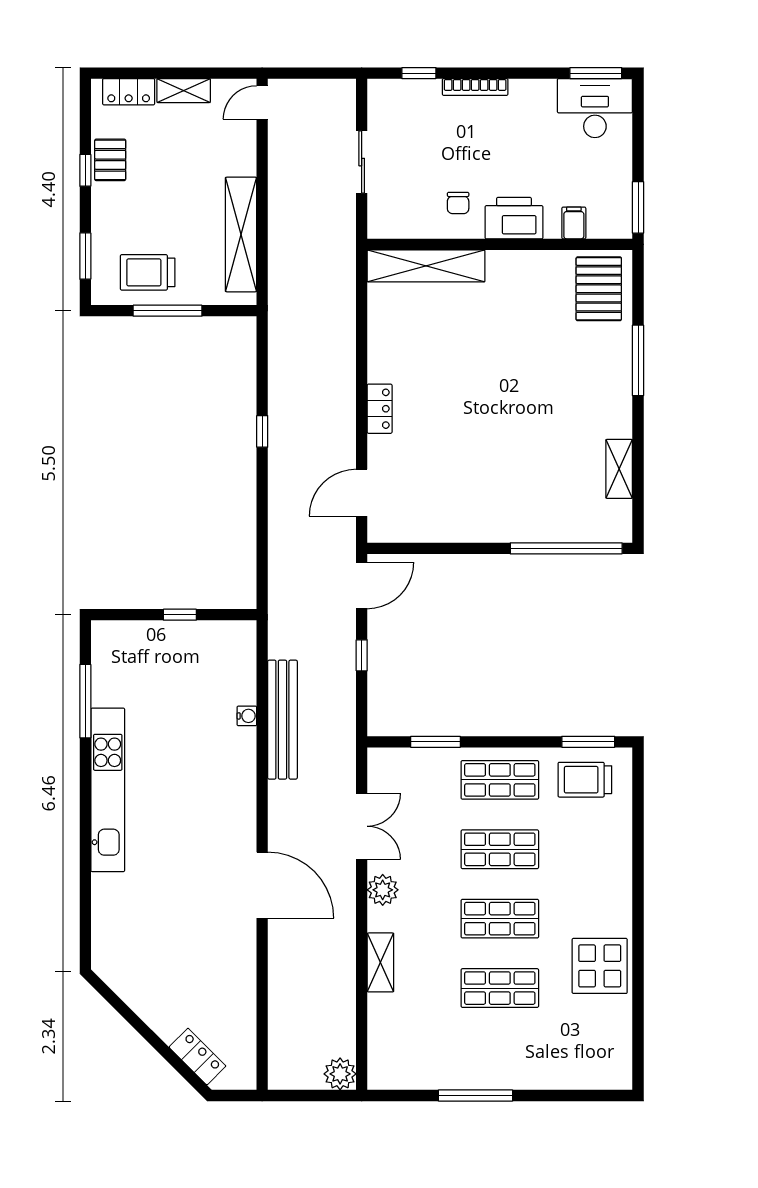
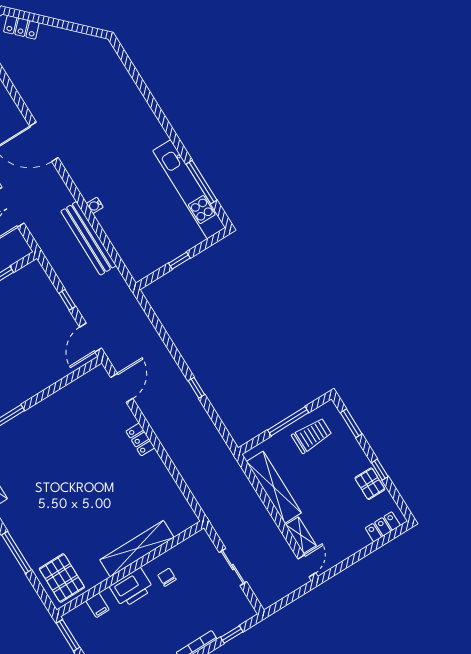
shelving: (184, 91) -> (301, 535), moved, turned 90
shelving: (426, 266) -> (137, 549), moved
water cooler: (247, 716) -> (95, 205), moved
kitchen unit: (108, 790) -> (189, 189), moved

